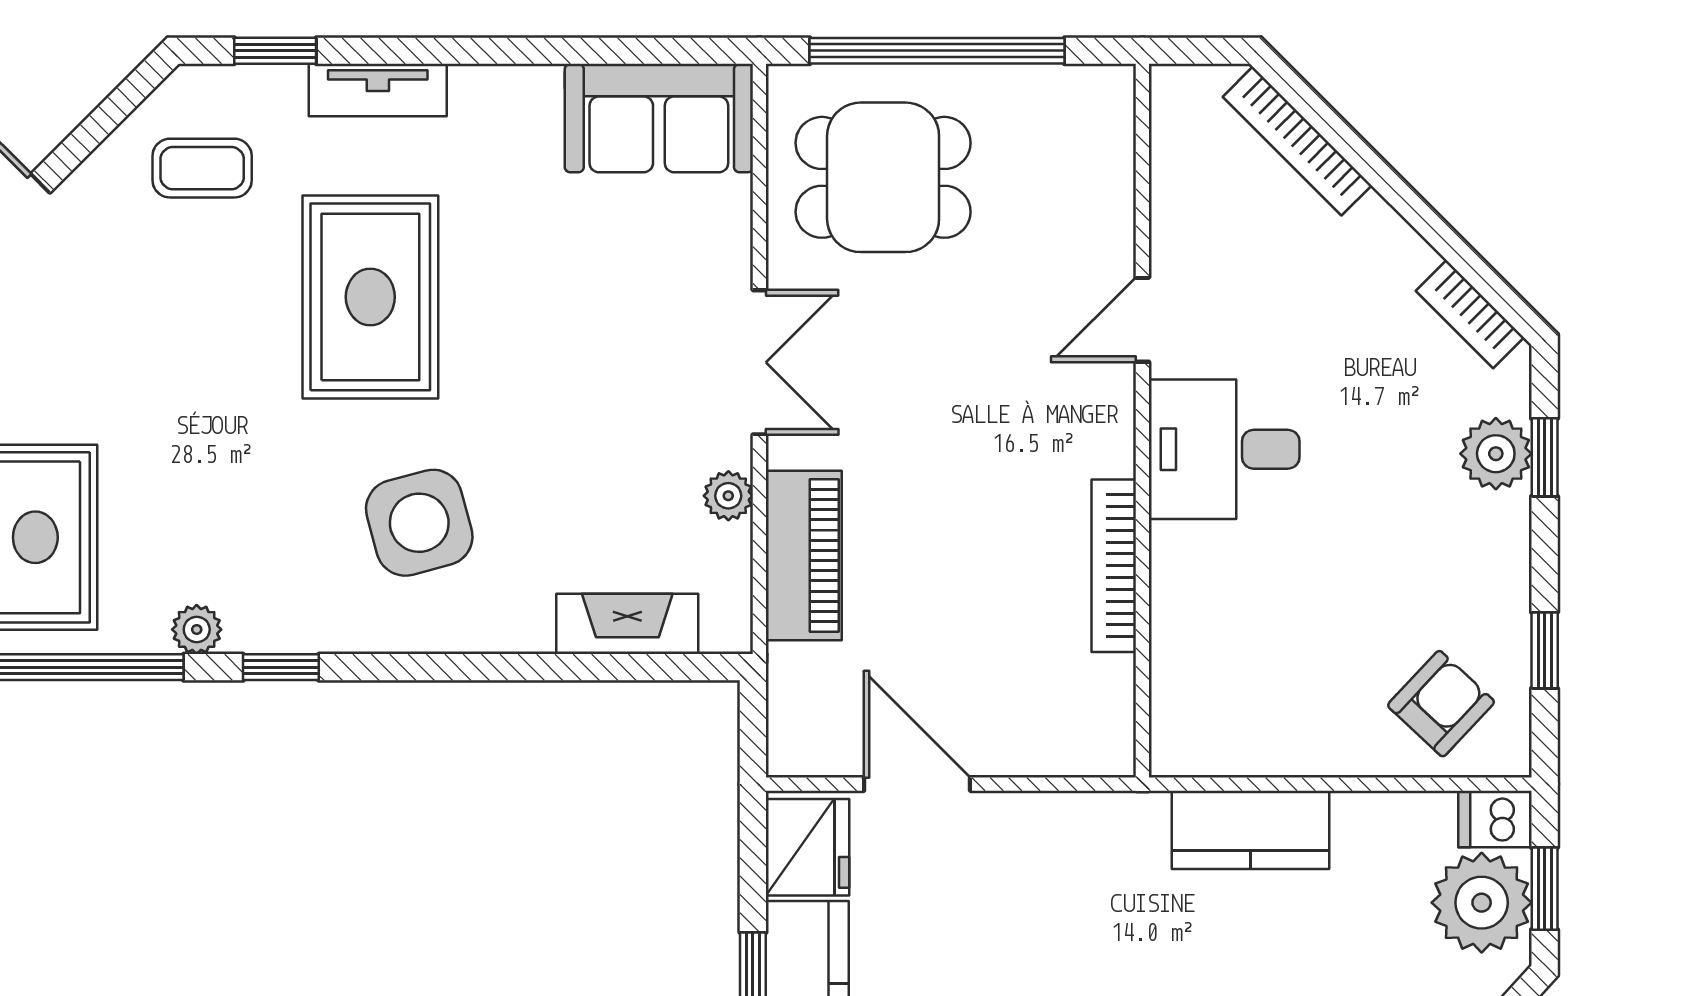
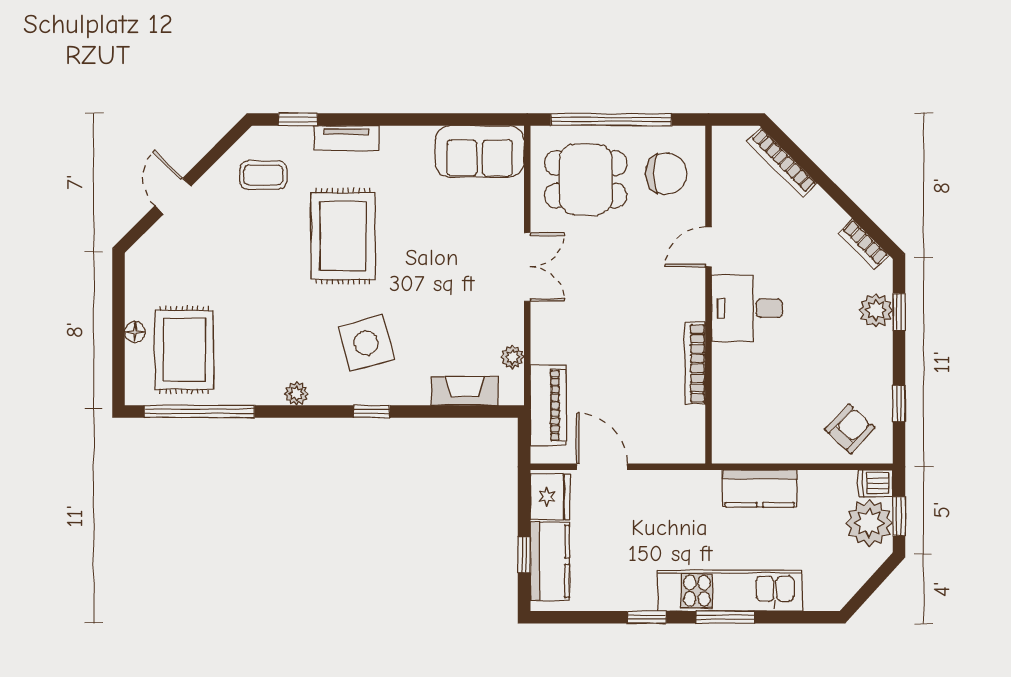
chair: (1053, 165) -> (666, 174), added
plant: (728, 496) -> (512, 357), moved
piano: (804, 555) -> (548, 405), moved
plant: (197, 629) -> (297, 394), moved
window: (281, 667) -> (372, 411), moved

